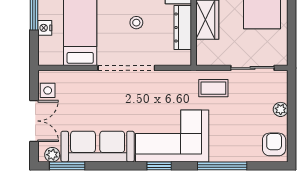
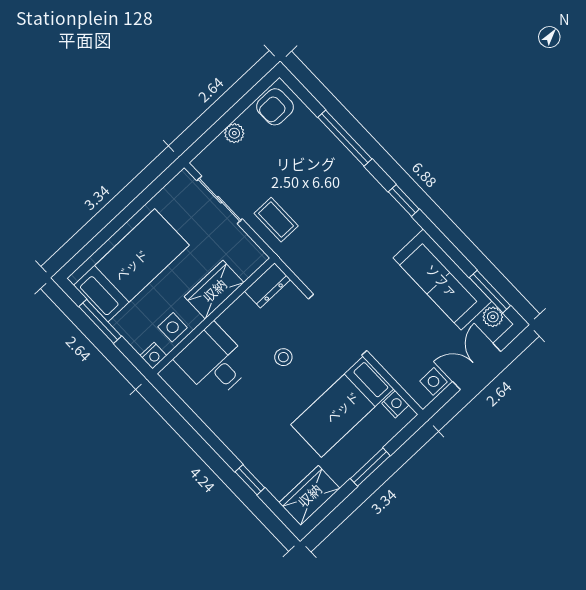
nightstand: (45, 28) -> (395, 404), moved, turned -90
dresser: (183, 28) -> (267, 285), moved, width x0.70
corner sofa: (172, 136) -> (362, 216), removed

